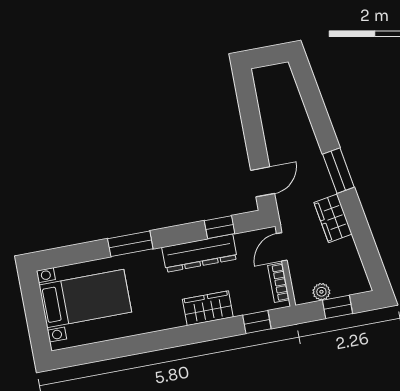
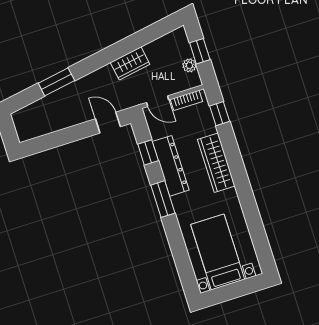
window: (338, 171) -> (56, 82), moved
window: (130, 244) -> (163, 199), moved
wardrobe: (208, 308) -> (216, 163), width x1.50

